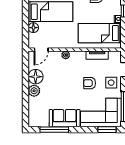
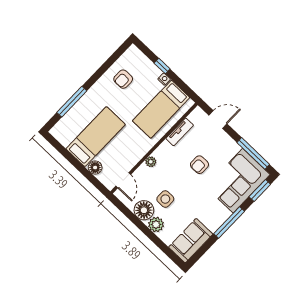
side table: (111, 83) -> (165, 199), moved
sofa: (65, 118) -> (191, 241), moved
window: (54, 130) -> (229, 222), moved

